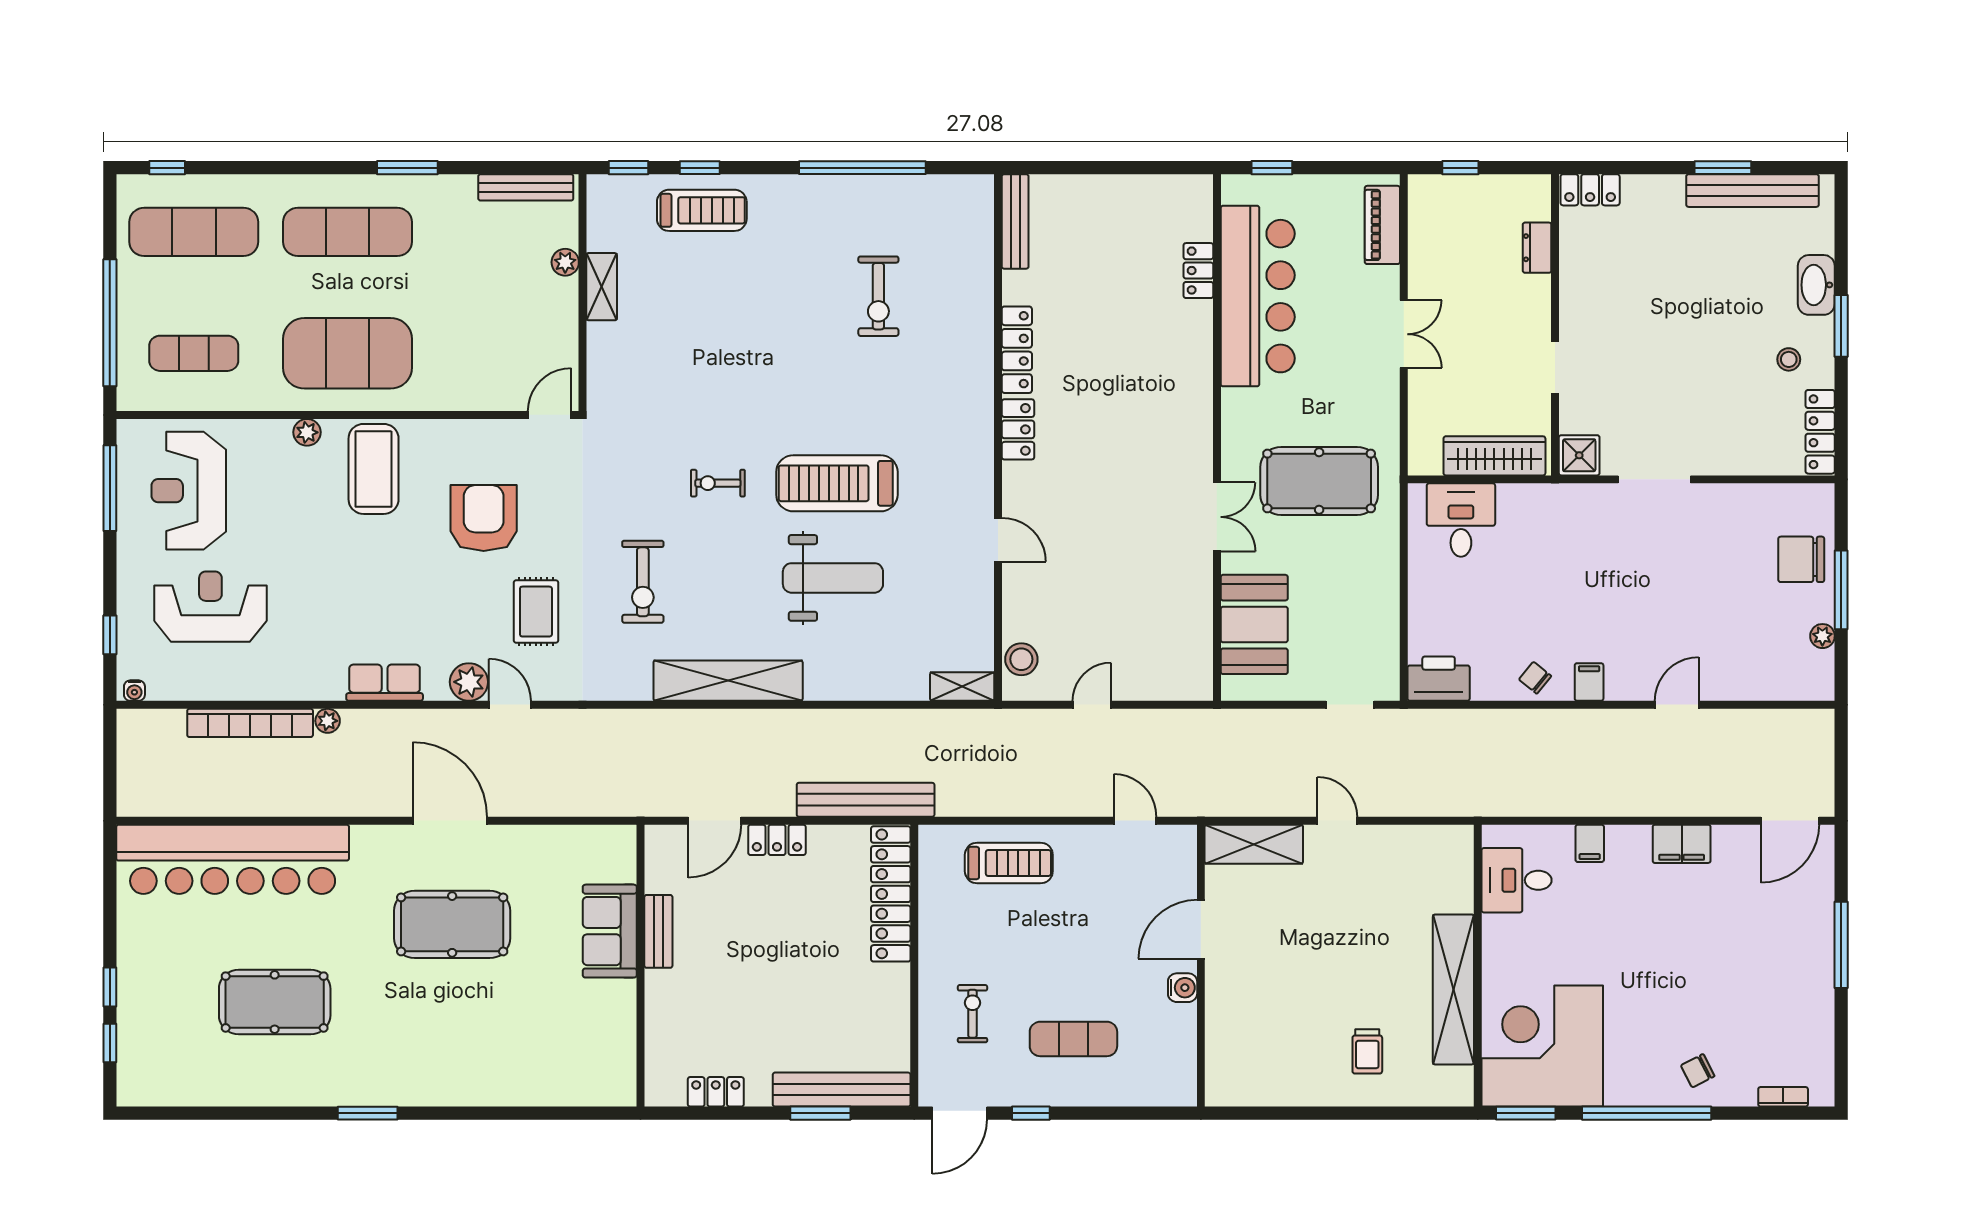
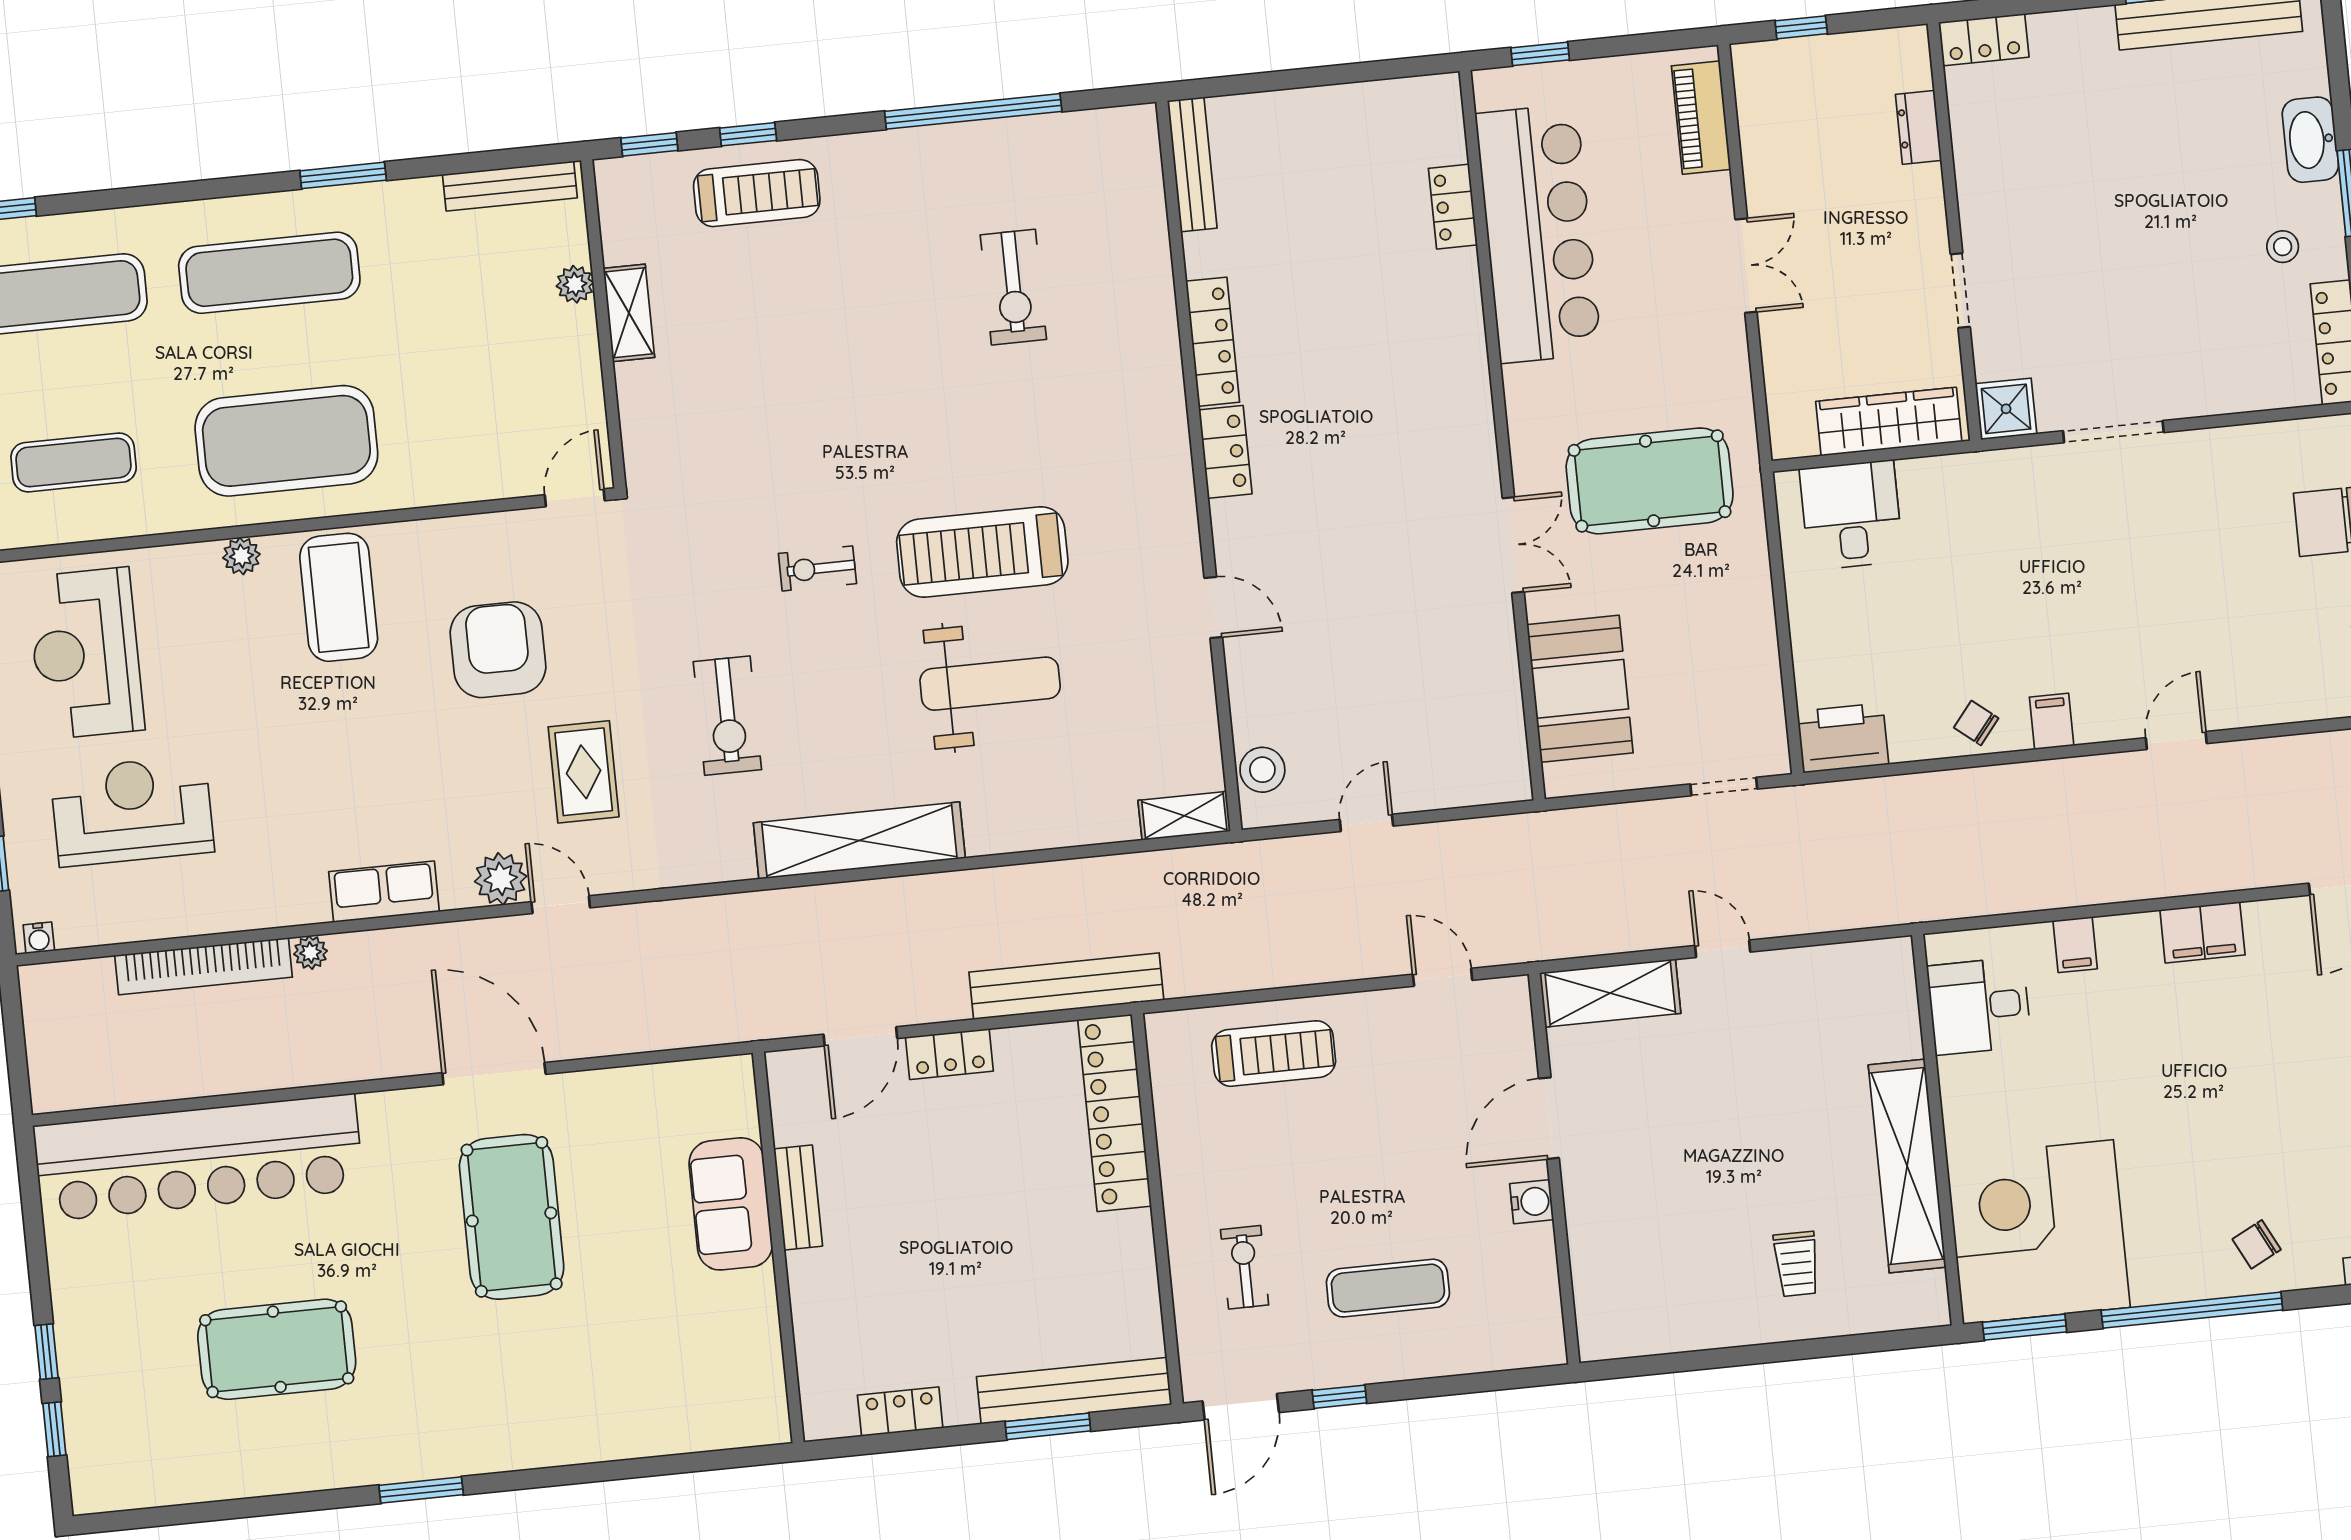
pool table: (452, 924) -> (512, 1217), turned 90

